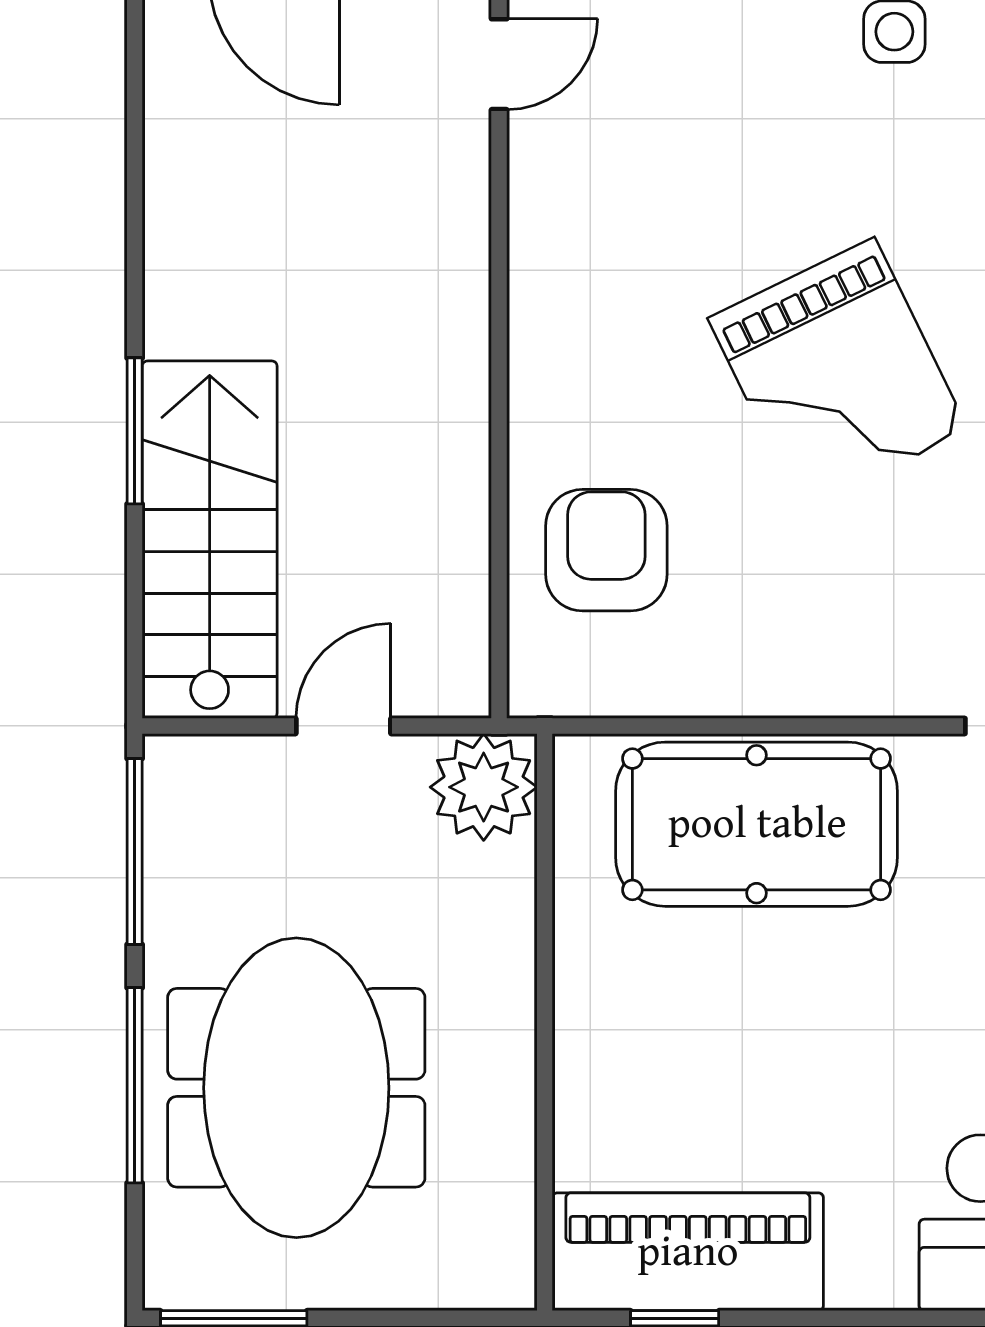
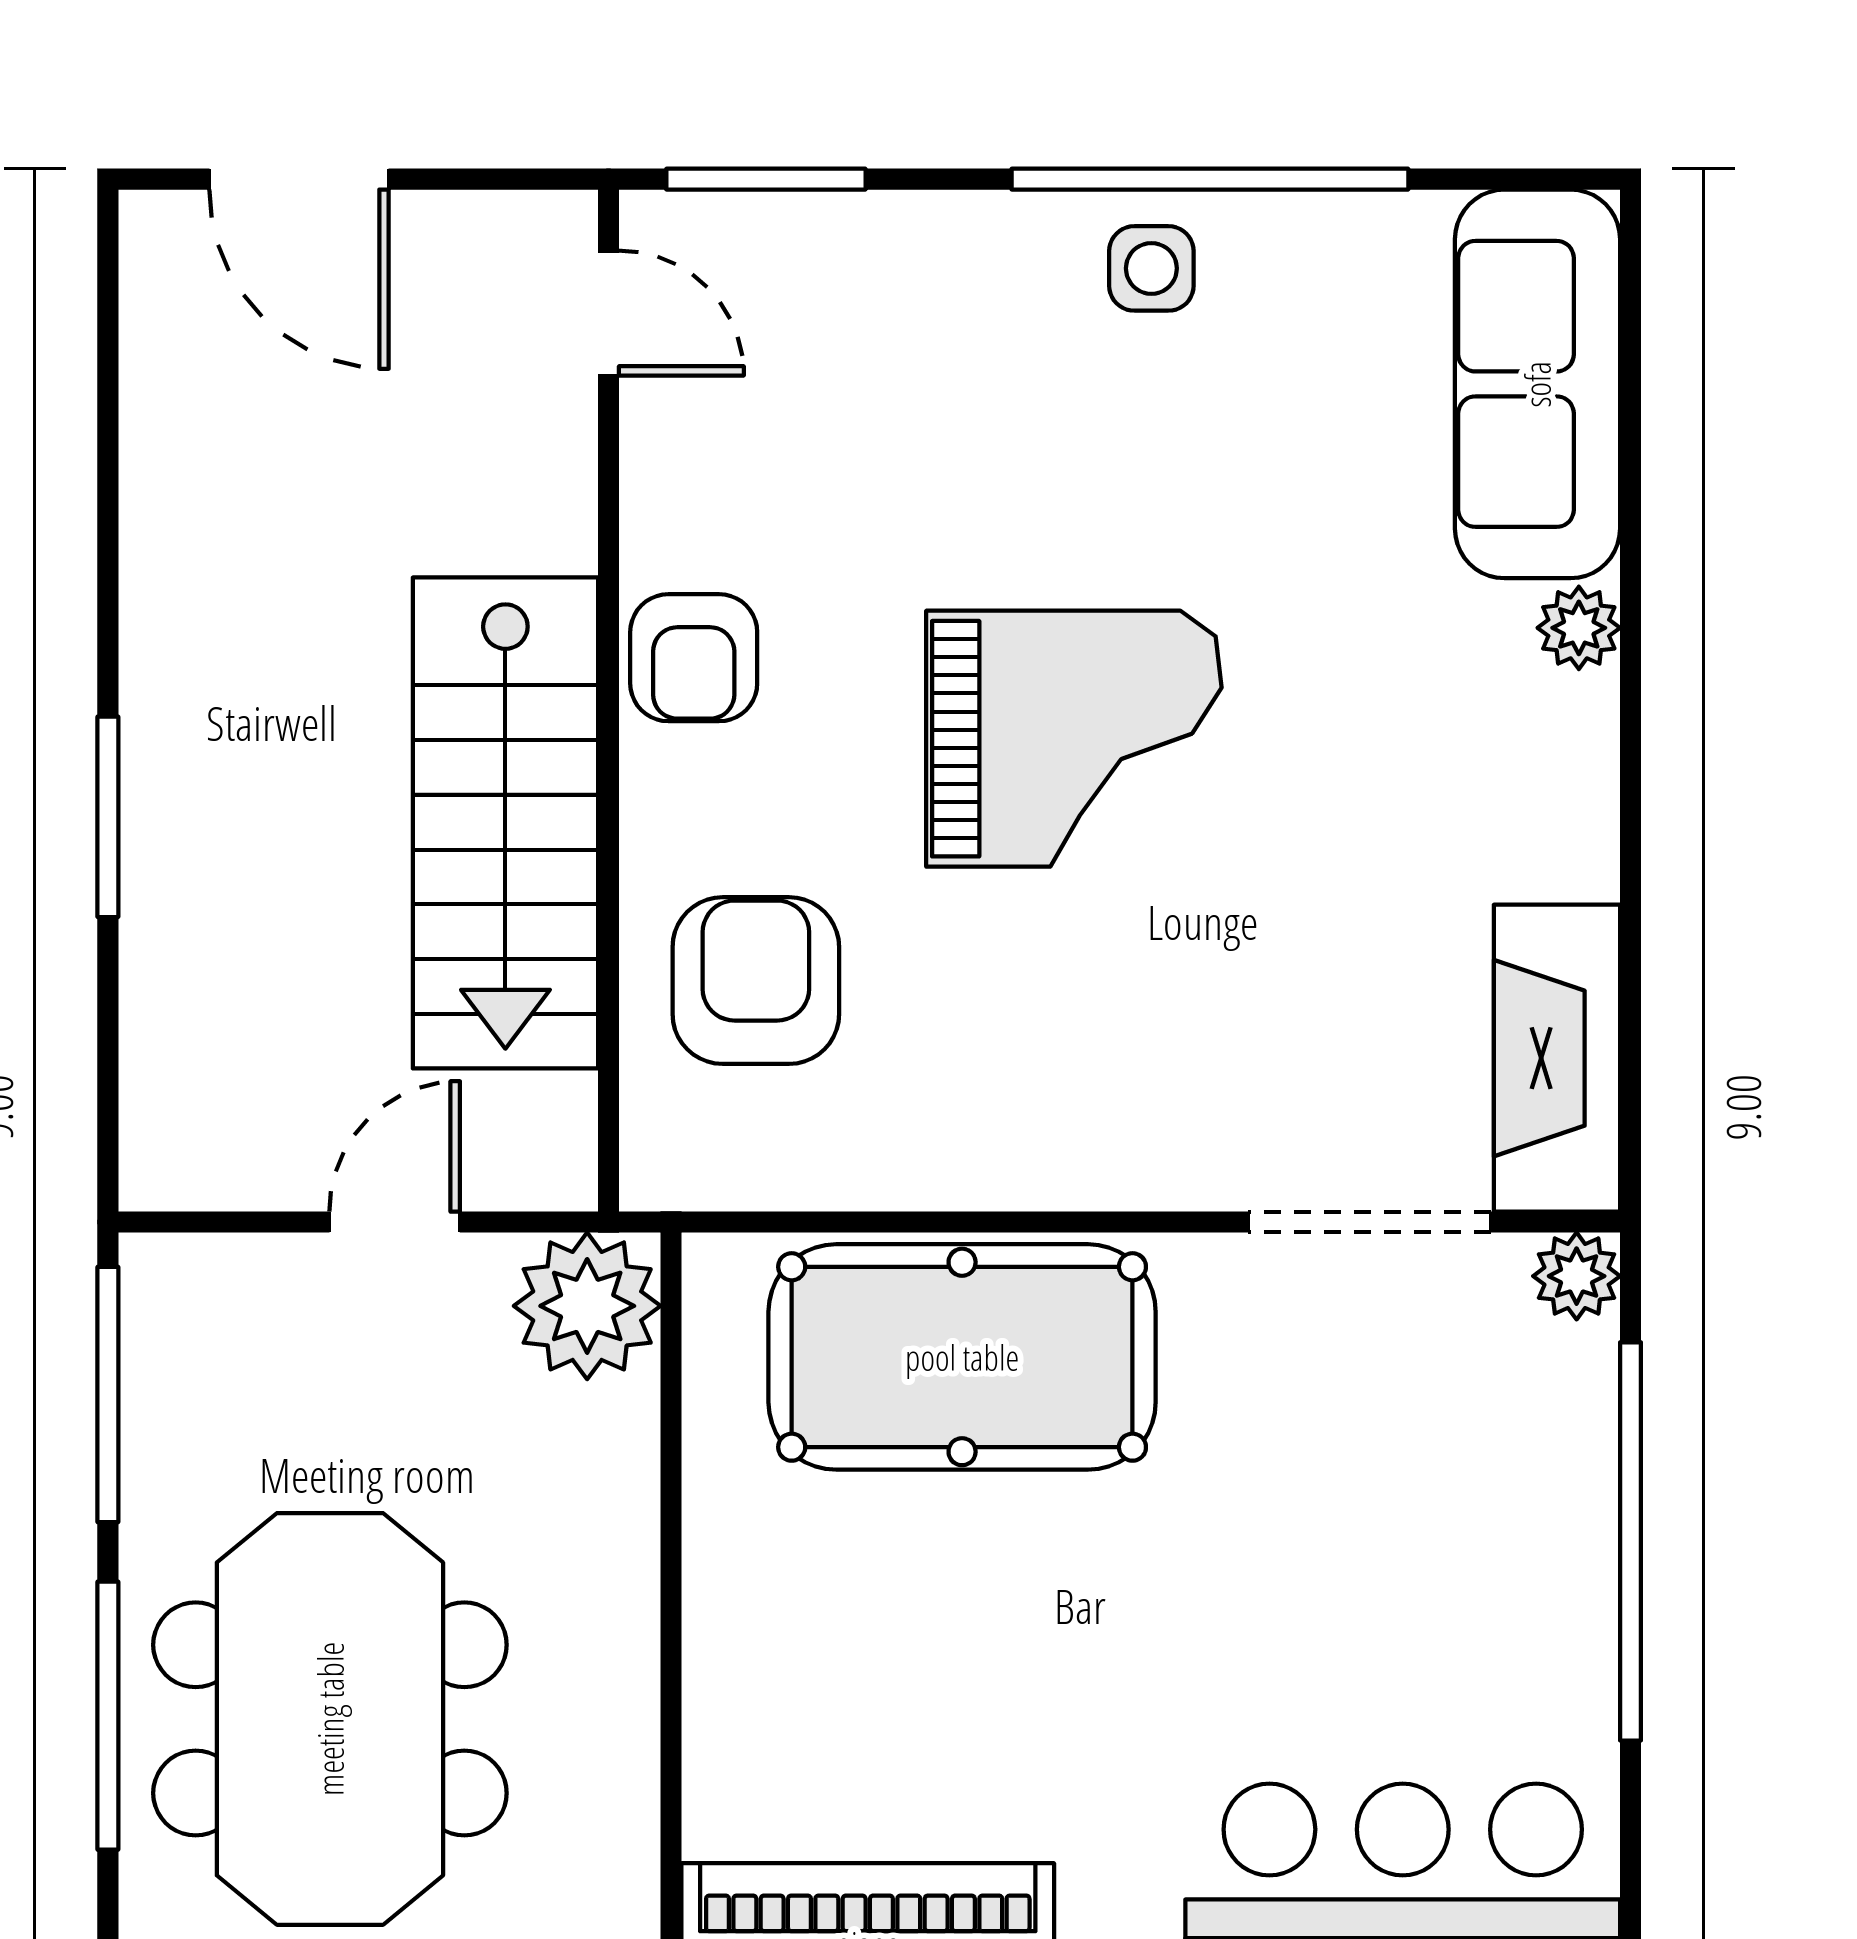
door: (499, 64) -> (608, 313), hinge flipped
armchair: (561, 315) -> (694, 658), added
grand piano: (838, 374) -> (1074, 739), turned -64
stairs: (210, 540) -> (505, 823), moved, turned 180

